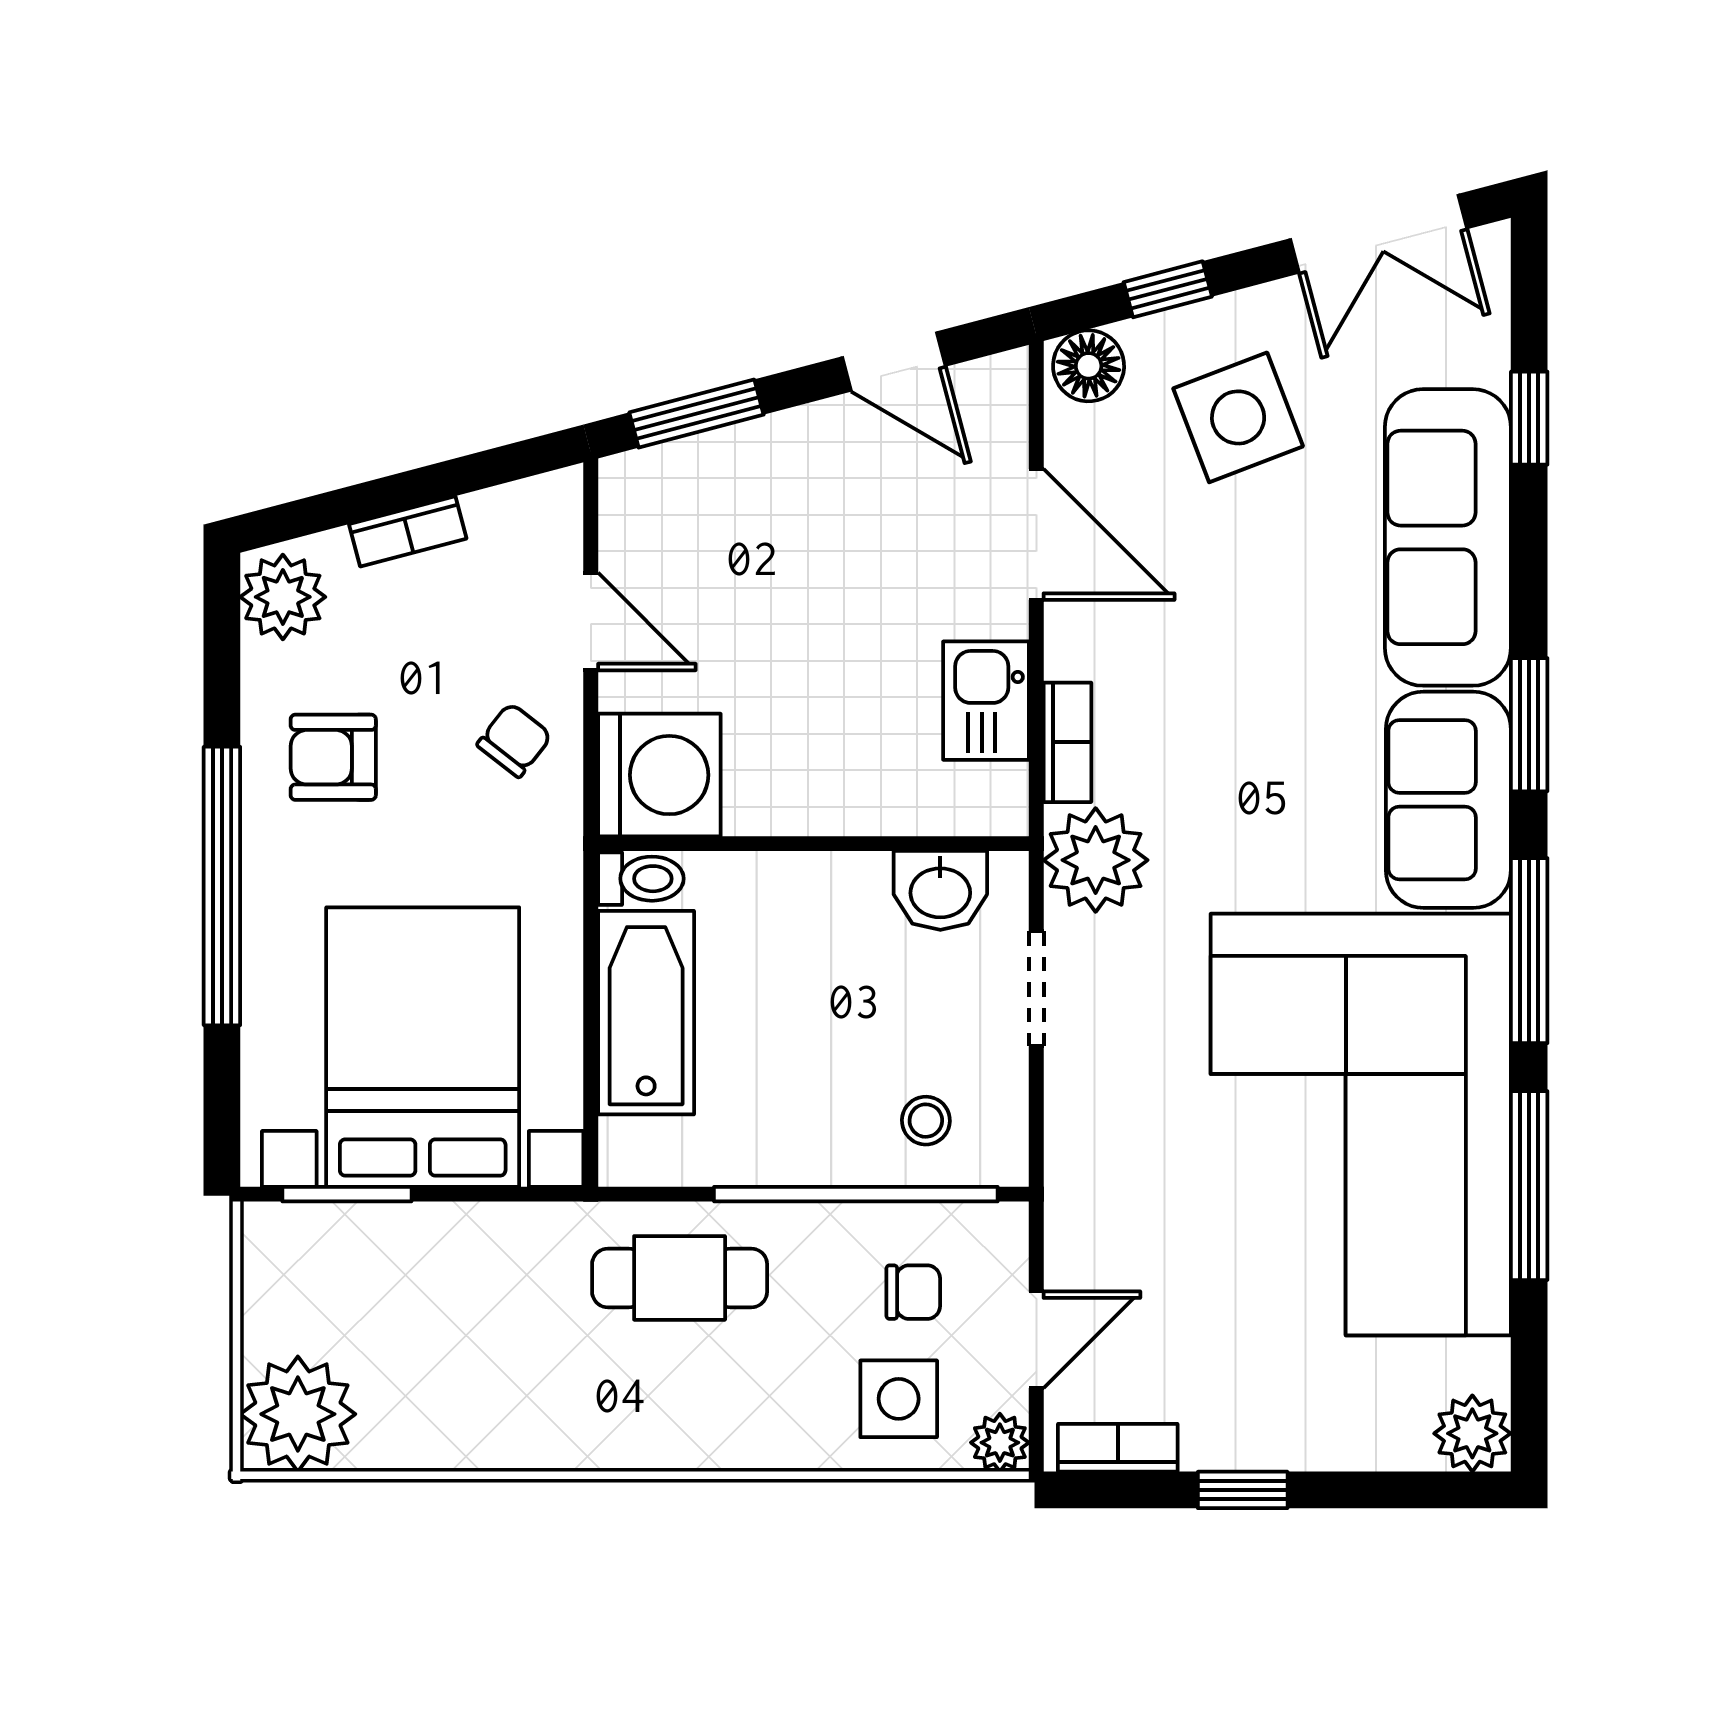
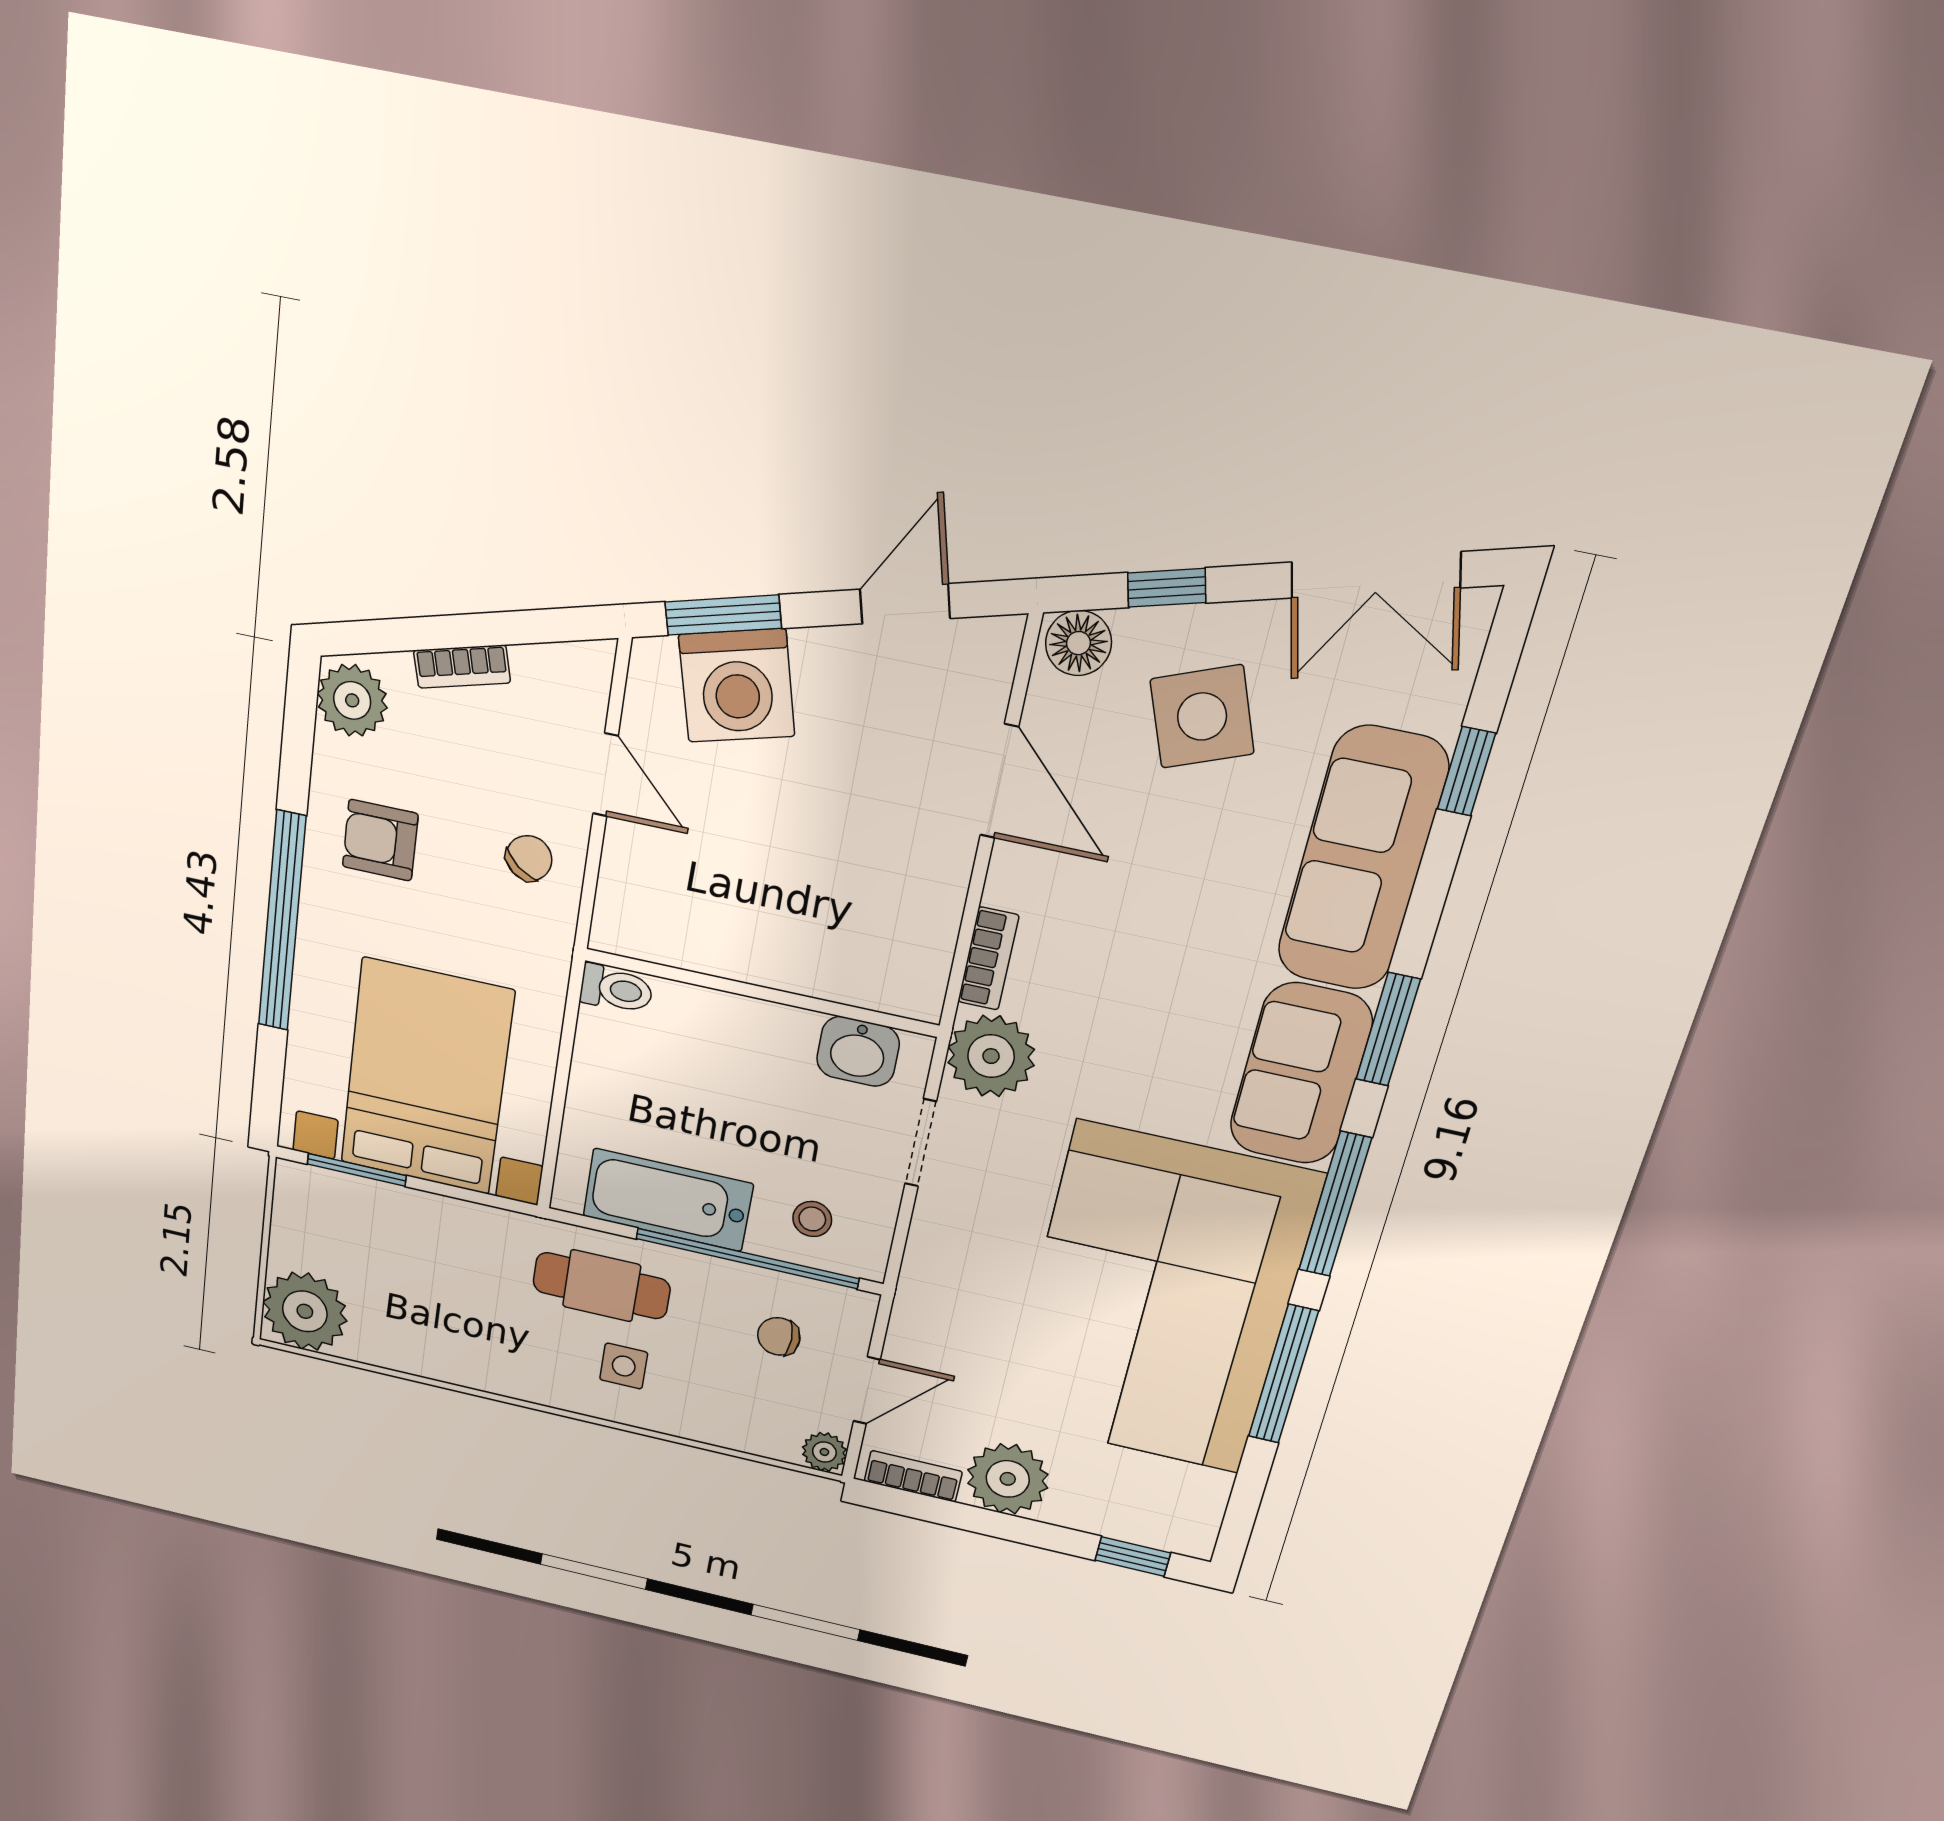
door: (894, 362) -> (905, 604), swing flipped
kitchen sink: (986, 701) -> (927, 910), removed
washing machine: (659, 775) -> (737, 686), moved, turned 75
bathtub: (646, 1013) -> (668, 1200), moved, turned -90
chair: (913, 1292) -> (779, 1336), turned 180
side table: (899, 1399) -> (624, 1366), moved, width x0.73, depth x0.73
plant: (1472, 1433) -> (1008, 1479), moved, width x1.36, depth x1.36
window: (1243, 1490) -> (1133, 1557), moved

